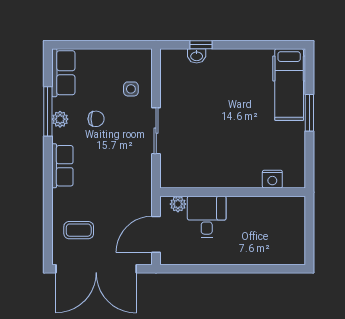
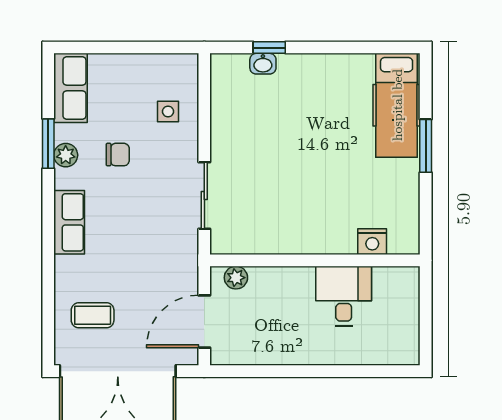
window: (48, 111) -> (48, 144), width x0.69
sliding door: (156, 131) -> (204, 196), moved
desk: (207, 217) -> (344, 296), moved

